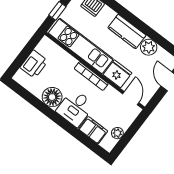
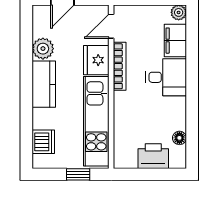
bookcase: (91, 76) -> (120, 66), moved
floor lamp: (52, 97) -> (179, 138), moved, width x0.53, depth x0.53
plant: (117, 133) -> (179, 12), moved

